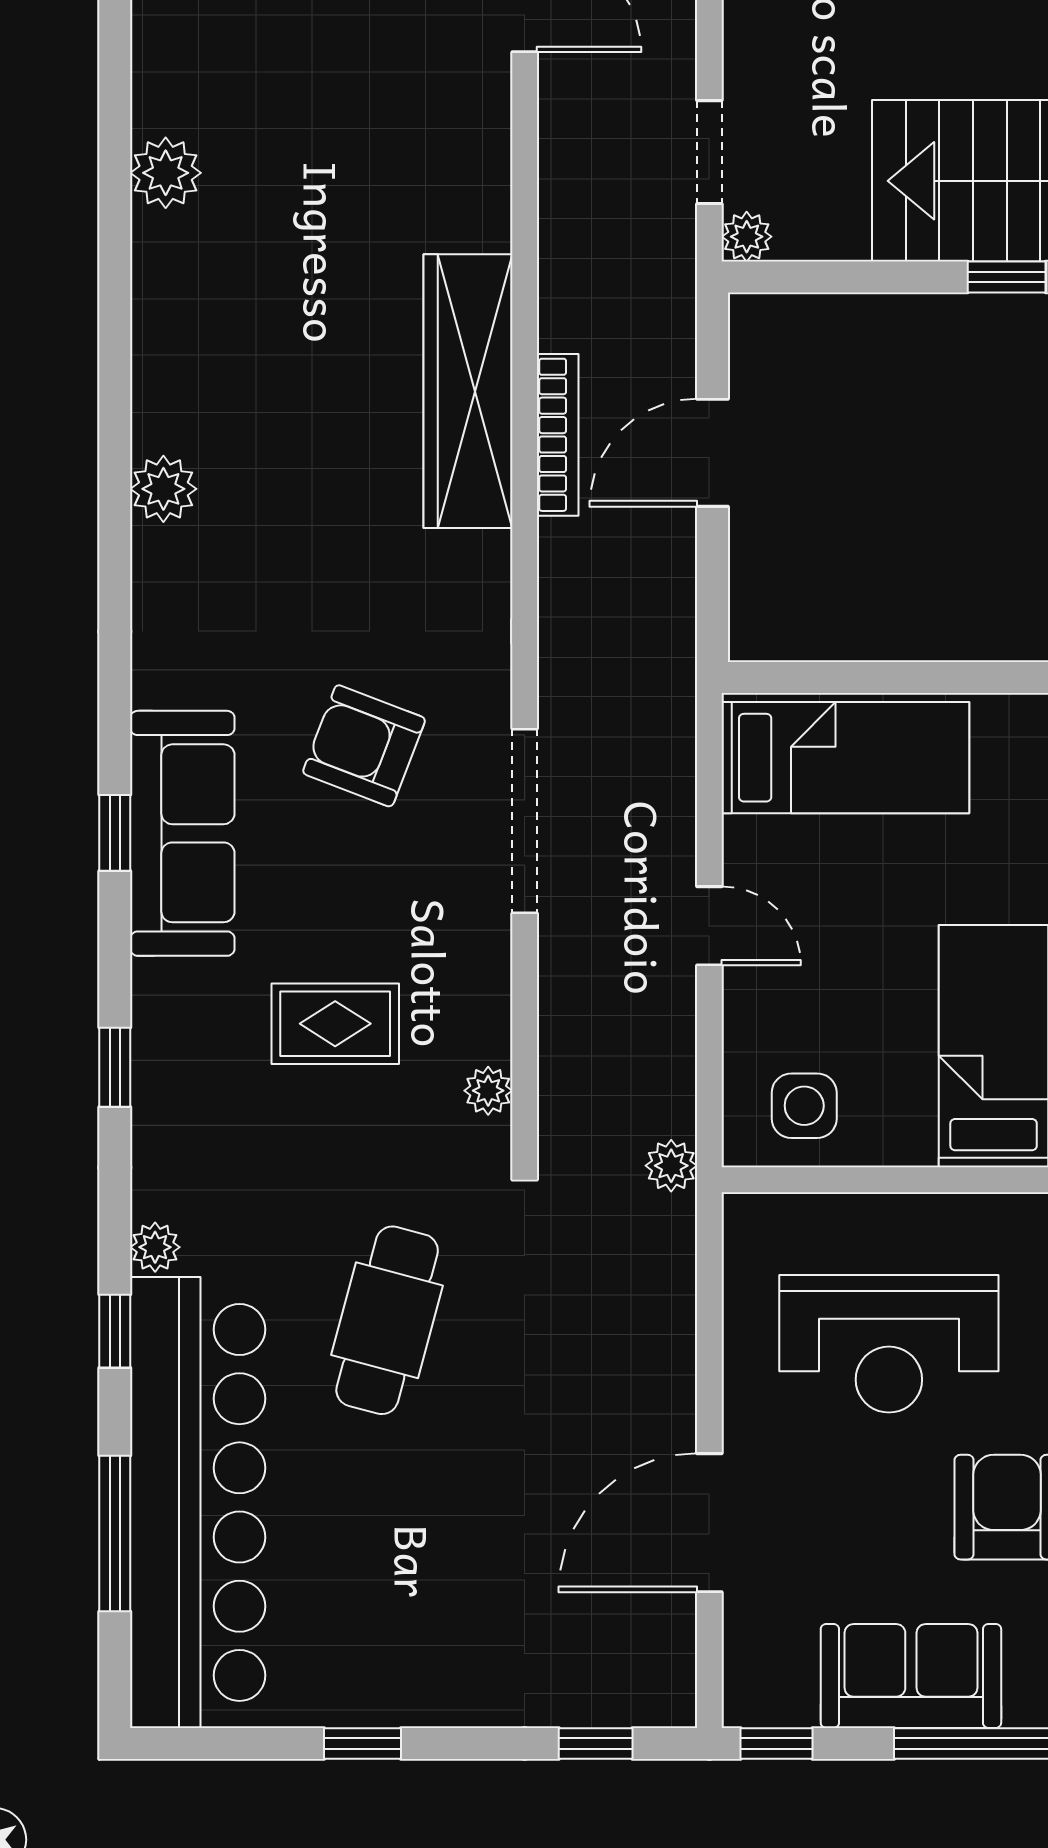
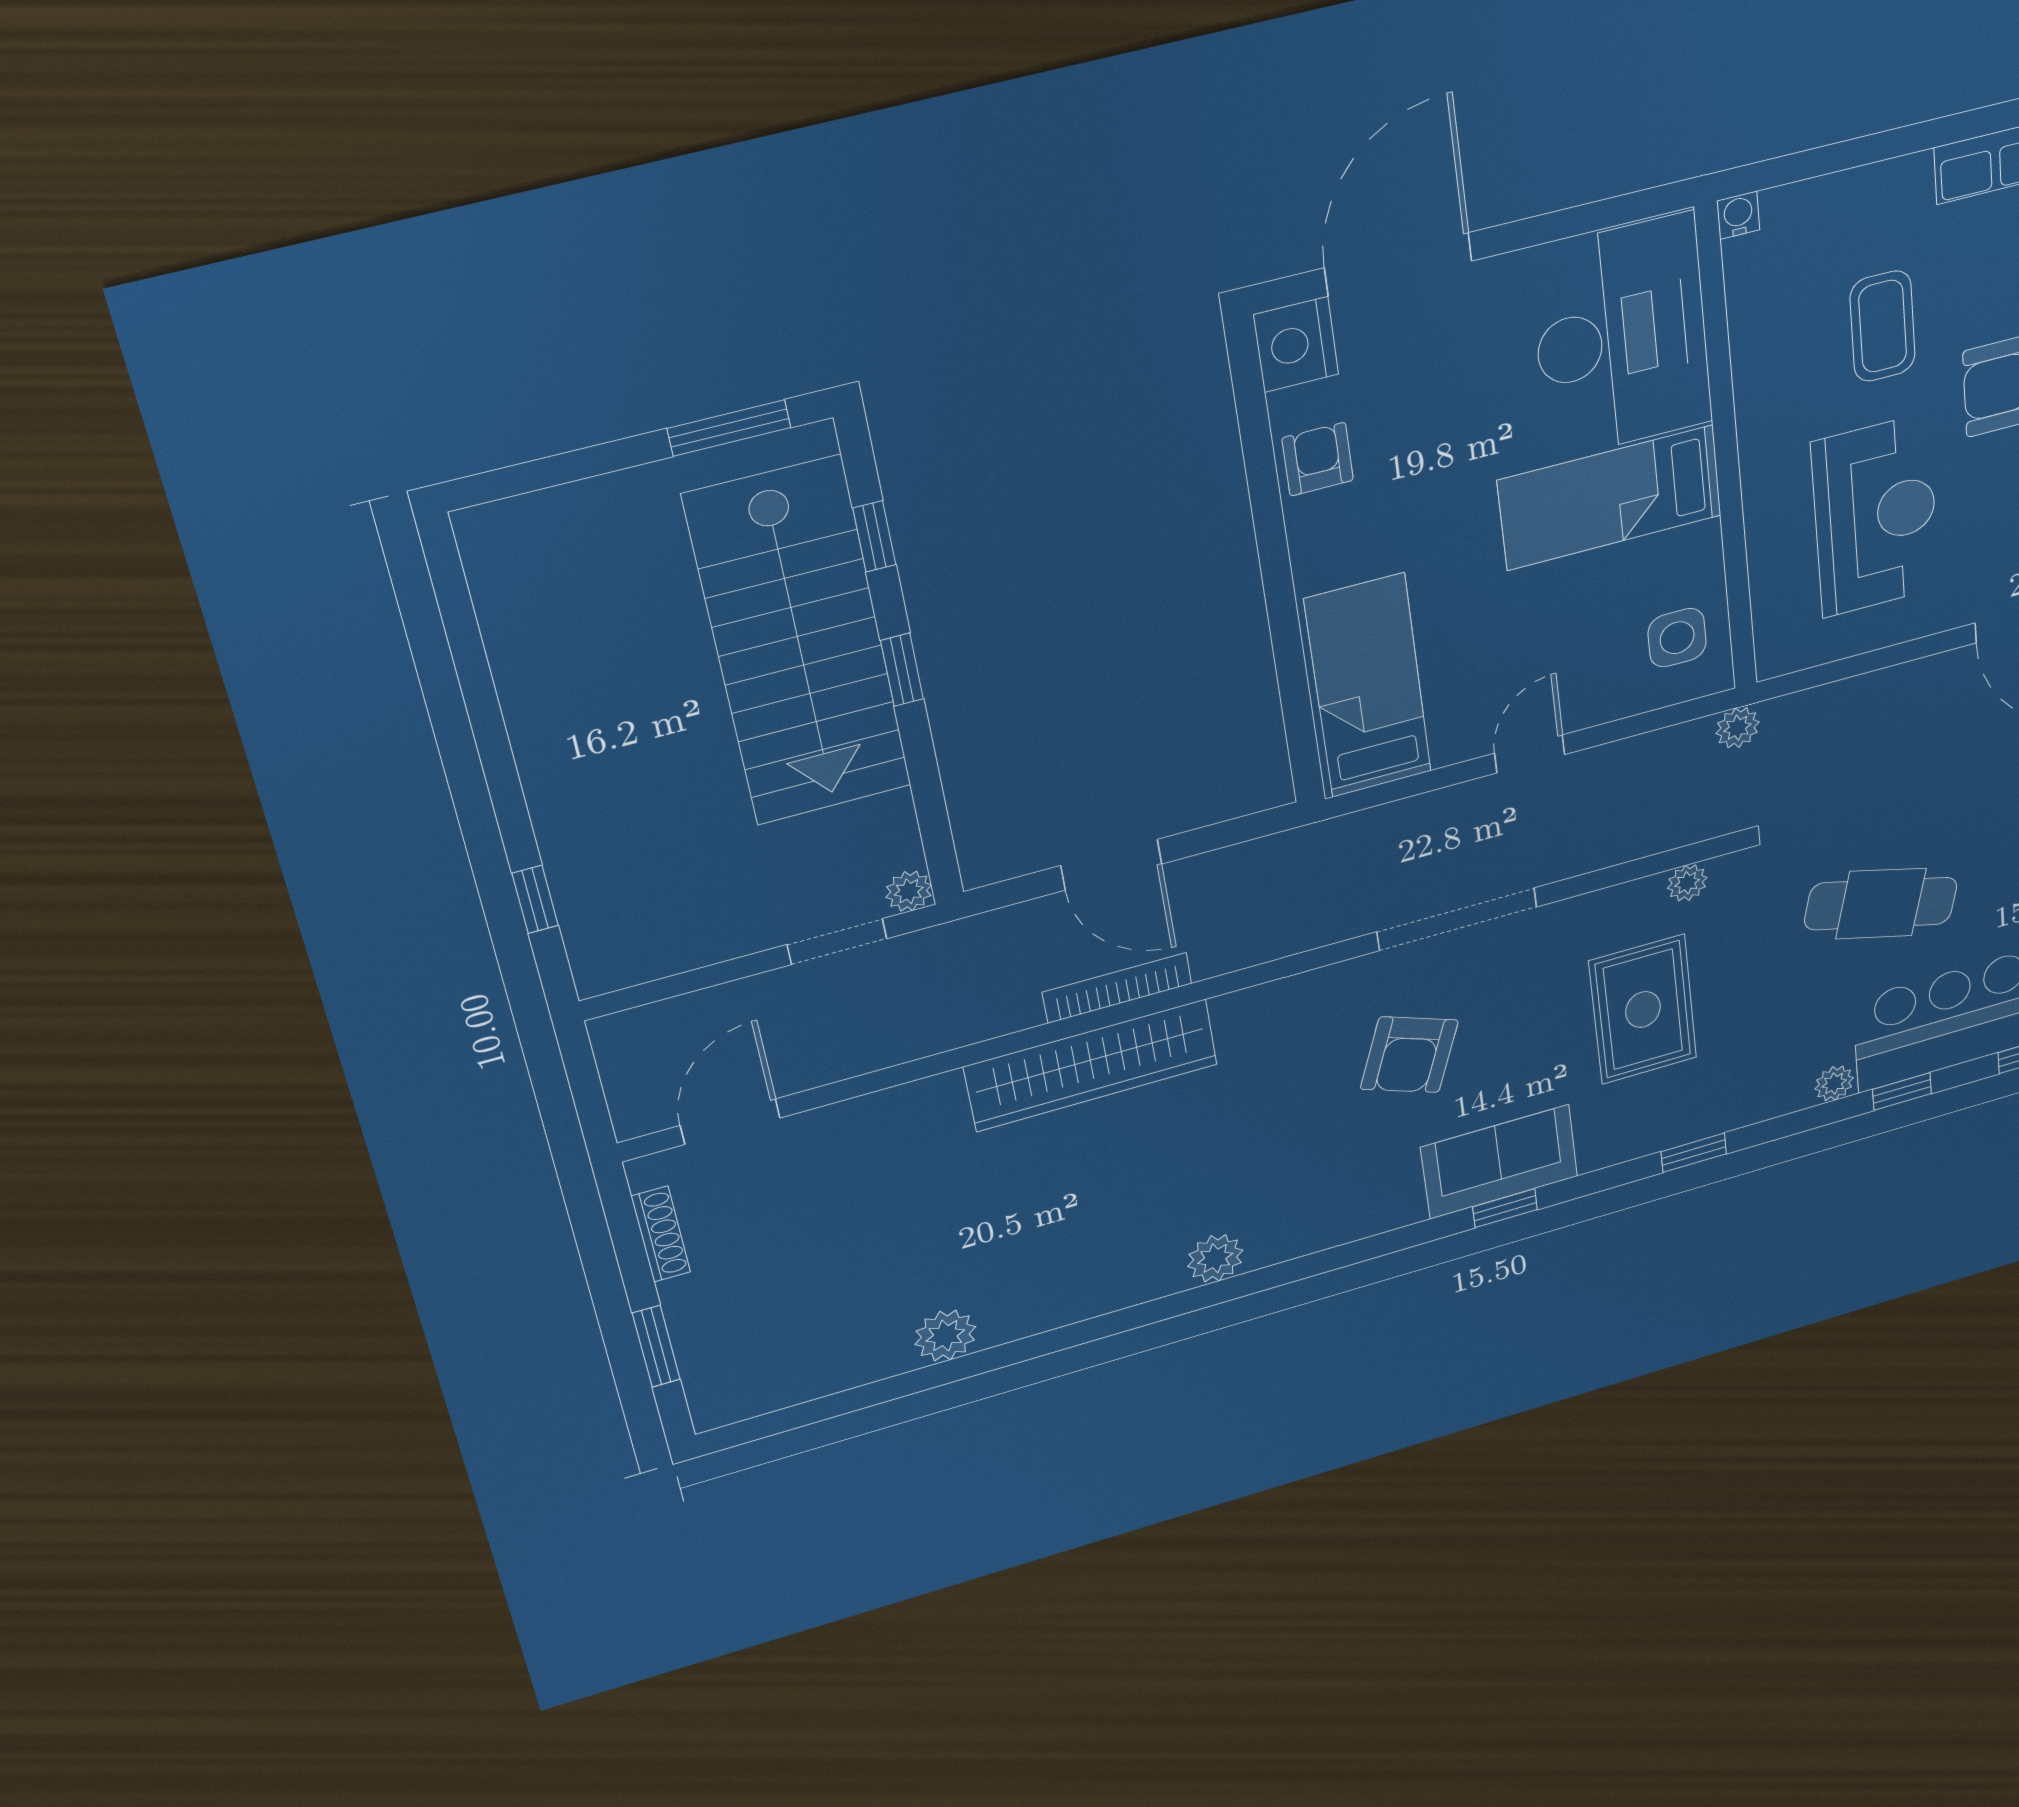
sofa: (182, 833) -> (1499, 1162), width x0.73
rug: (335, 1024) -> (1643, 1009), width x1.36, depth x1.43

